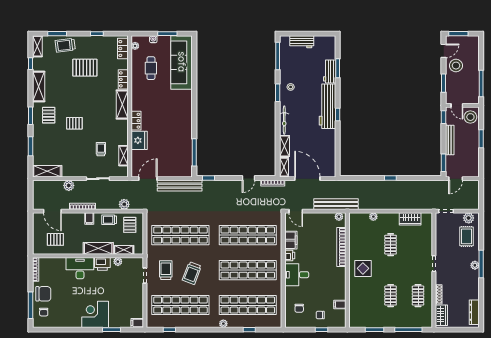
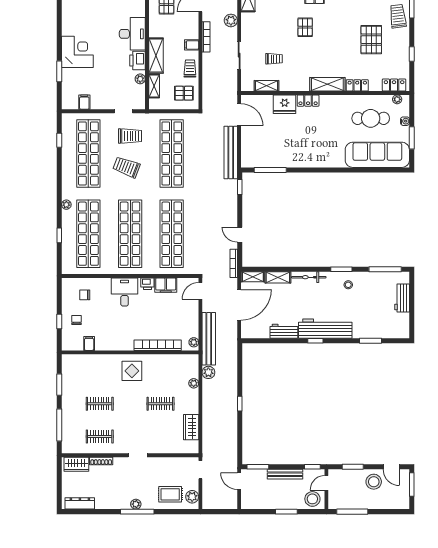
cafe table: (151, 68) -> (371, 118), width x1.37, depth x1.35
workbench: (330, 72) -> (284, 331), moved
plant: (124, 204) -> (208, 372), moved
filing cabinet: (137, 323) -> (84, 102), moved

